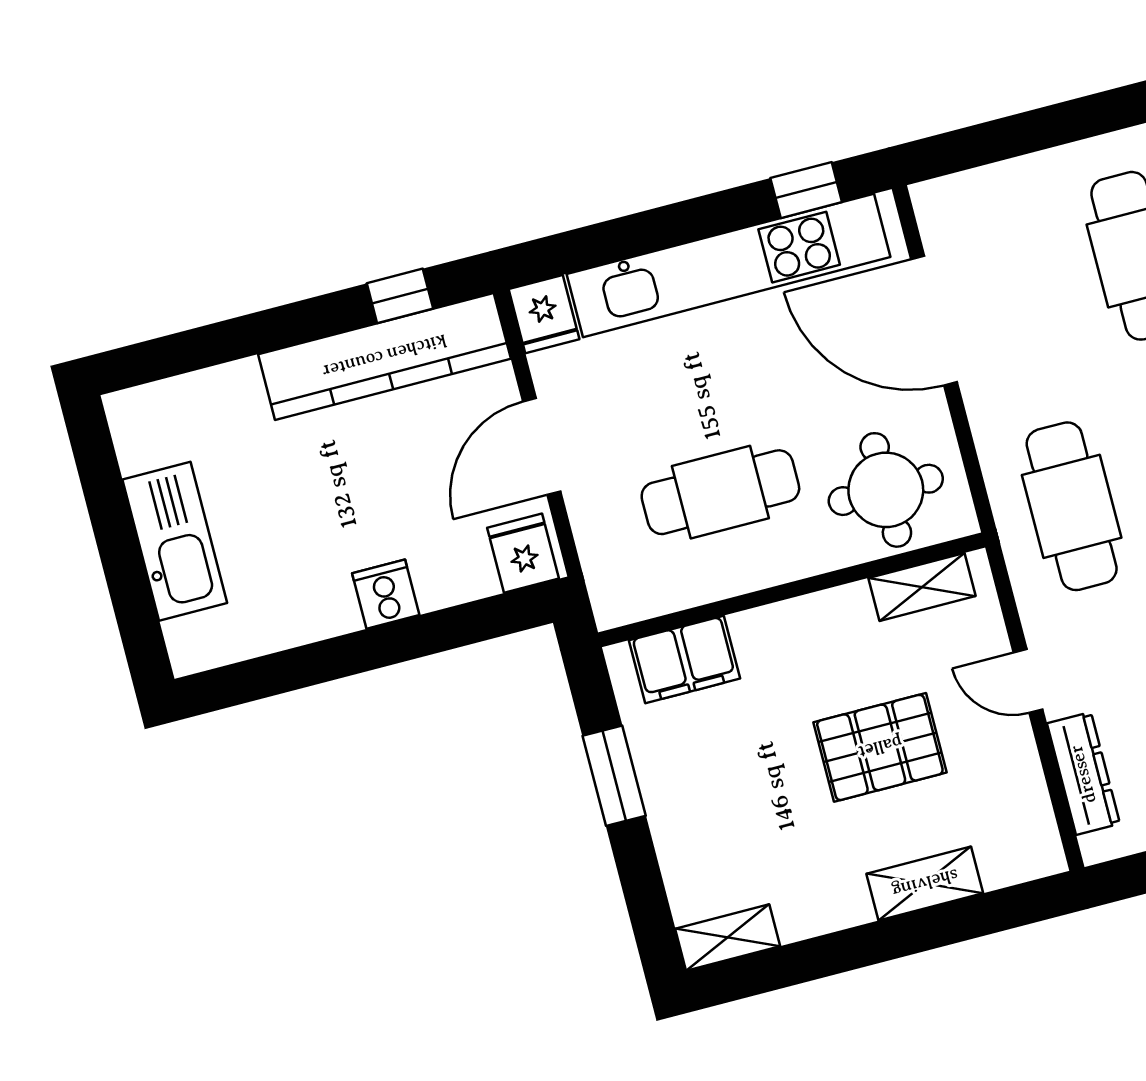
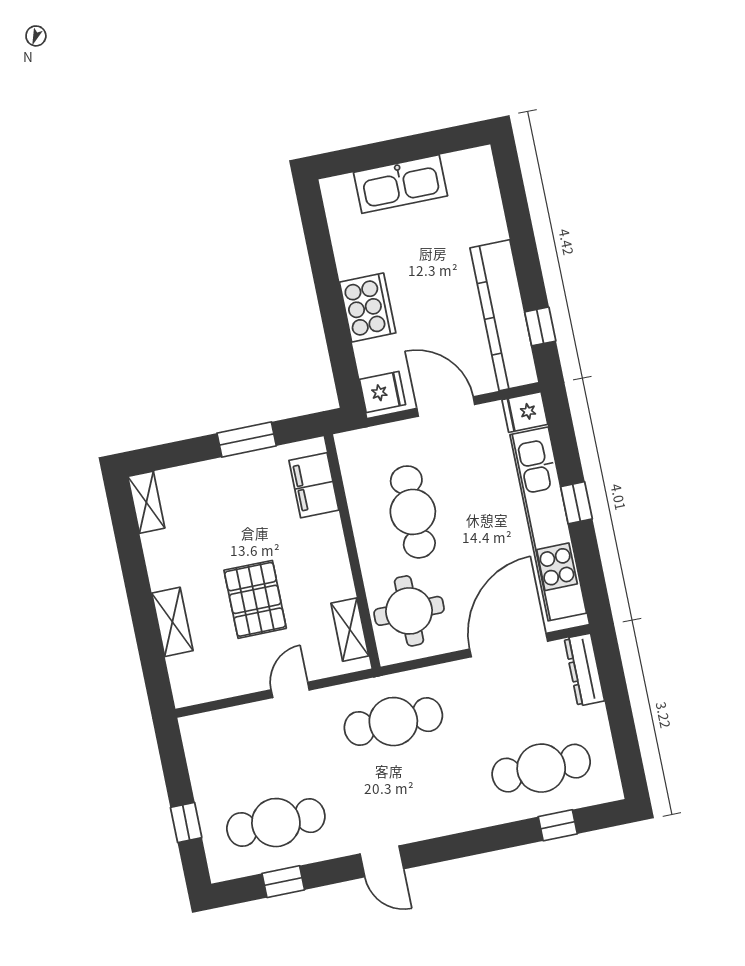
window: (806, 190) -> (576, 503), moved
cooker: (386, 594) -> (368, 308), width x1.87, depth x1.31
dresser: (1083, 774) -> (584, 670), moved, turned 90

